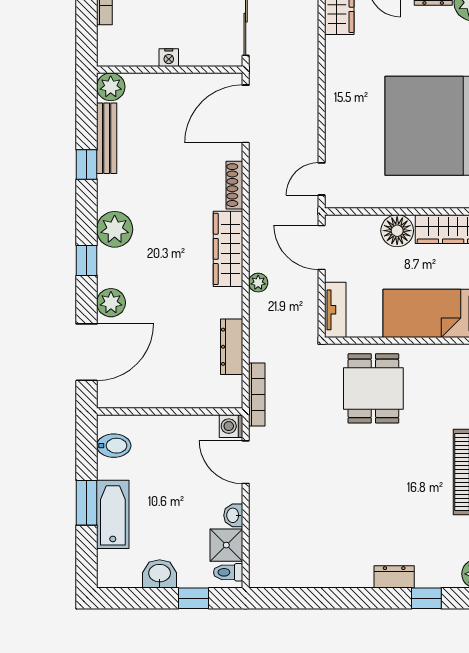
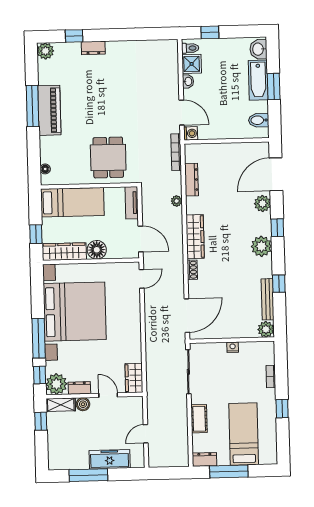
shoe rack: (234, 185) -> (192, 270), width x0.70
plant: (258, 283) -> (177, 201), moved
washbasin: (160, 574) -> (258, 49), moved, turned 90

